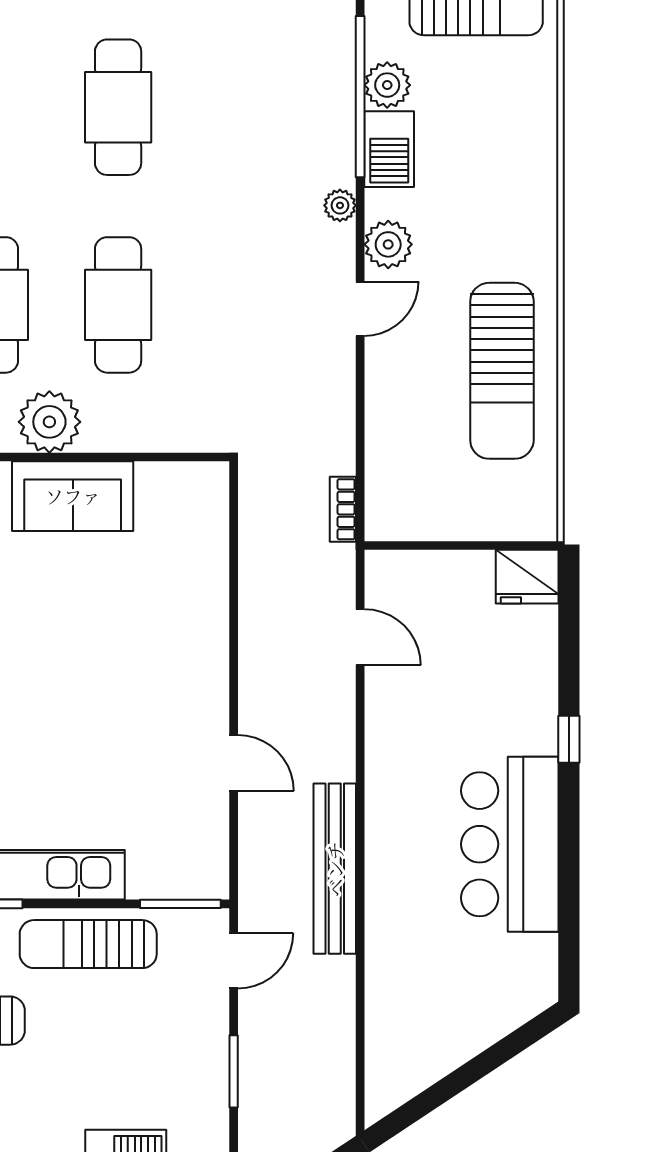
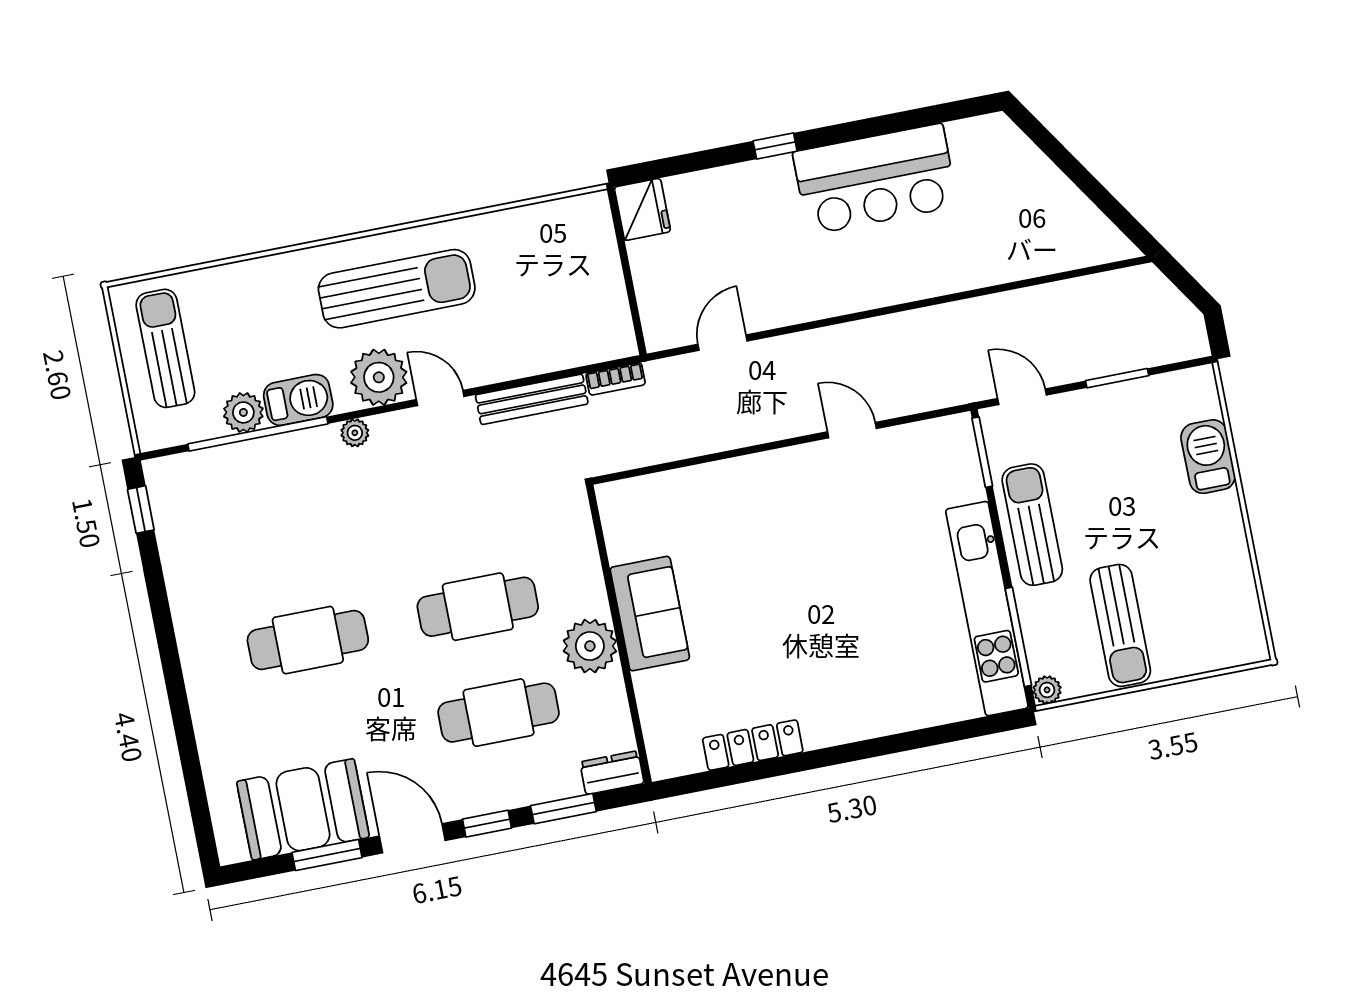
plant: (388, 244) -> (379, 377), width x1.36, depth x1.36
sun lounger: (502, 371) -> (397, 289), moved
door: (234, 763) -> (852, 430), hinge flipped
bench: (335, 869) -> (532, 399), moved, width x0.73, depth x0.82
sun lounger: (88, 944) -> (1032, 525), turned 180

